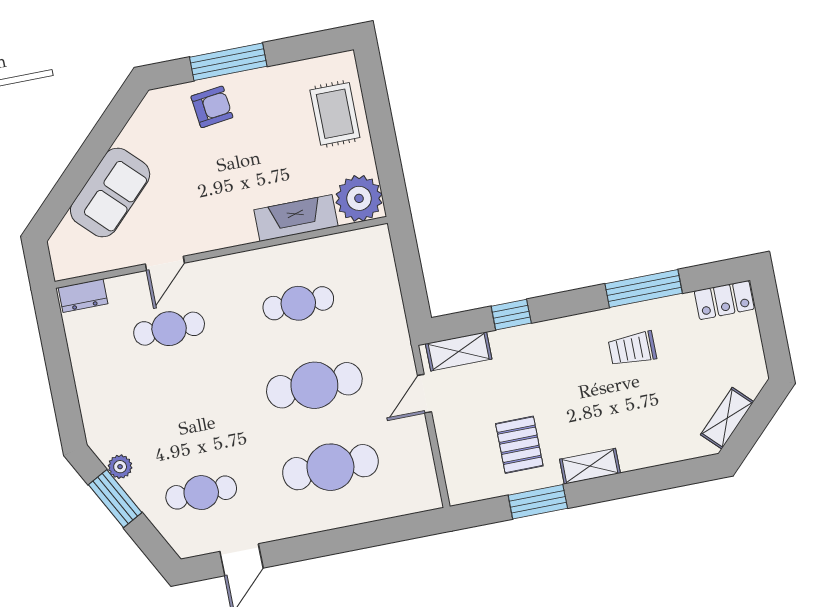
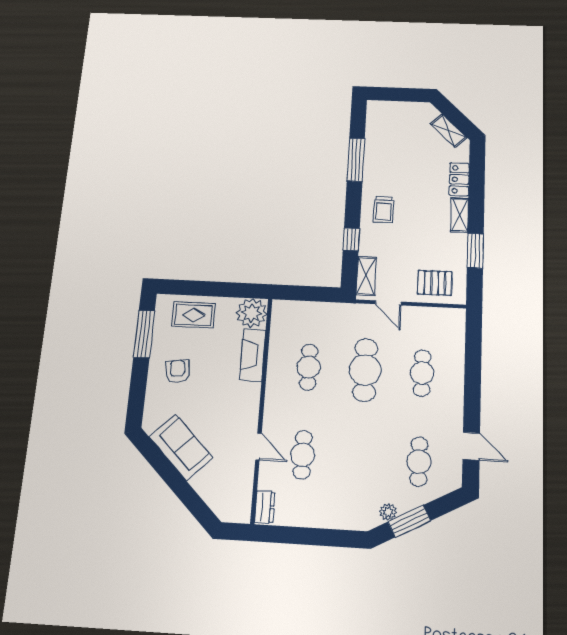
window: (228, 62) -> (144, 334), moved
armchair: (212, 107) -> (178, 371), moved
sofa: (110, 192) -> (181, 447), moved
locker: (724, 300) -> (459, 179), moved, turned 180
trolley: (632, 349) -> (384, 210), moved
pallet: (519, 445) -> (435, 283), moved
cafe table: (330, 467) -> (422, 373), width x0.73, depth x0.74

